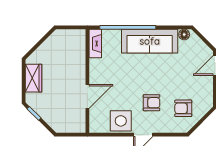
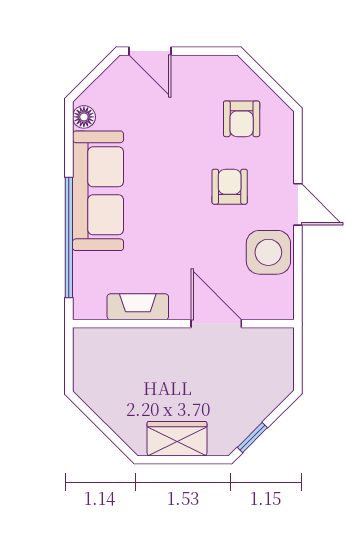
fireplace: (95, 44) -> (138, 307), moved

